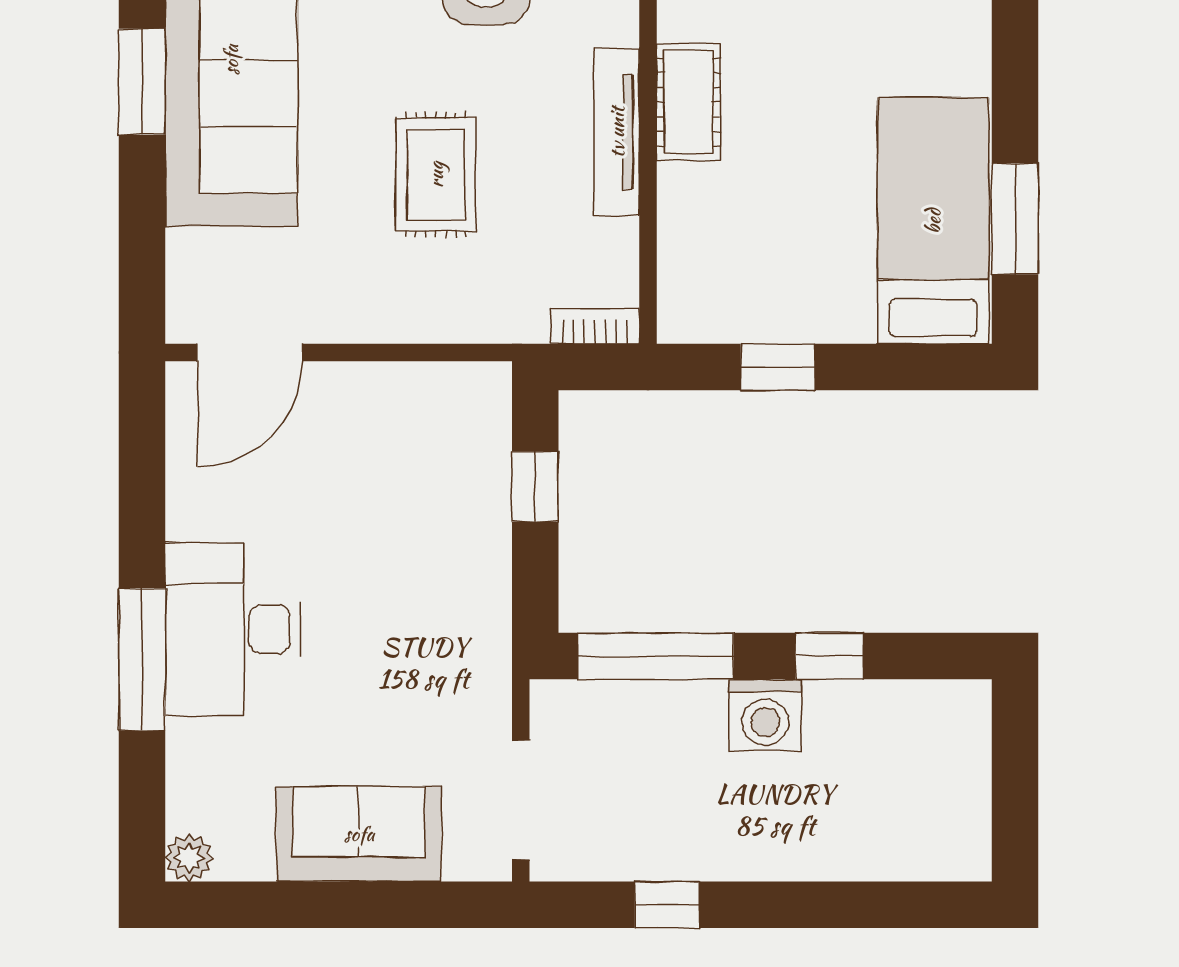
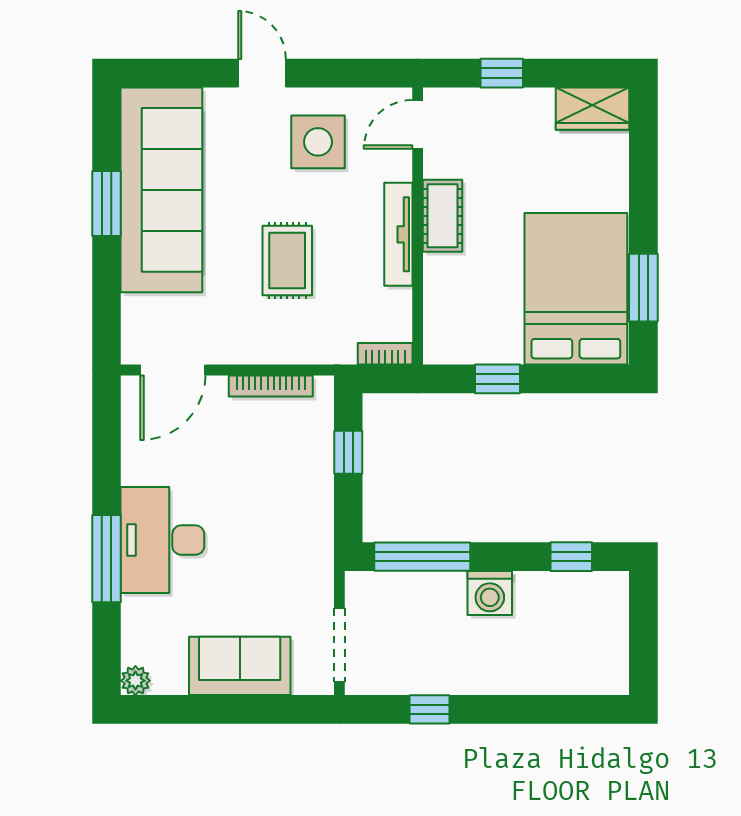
bed: (933, 221) -> (576, 289), width x1.50
bookcase: (409, 379) -> (271, 386), added
window: (830, 656) -> (571, 557), moved

